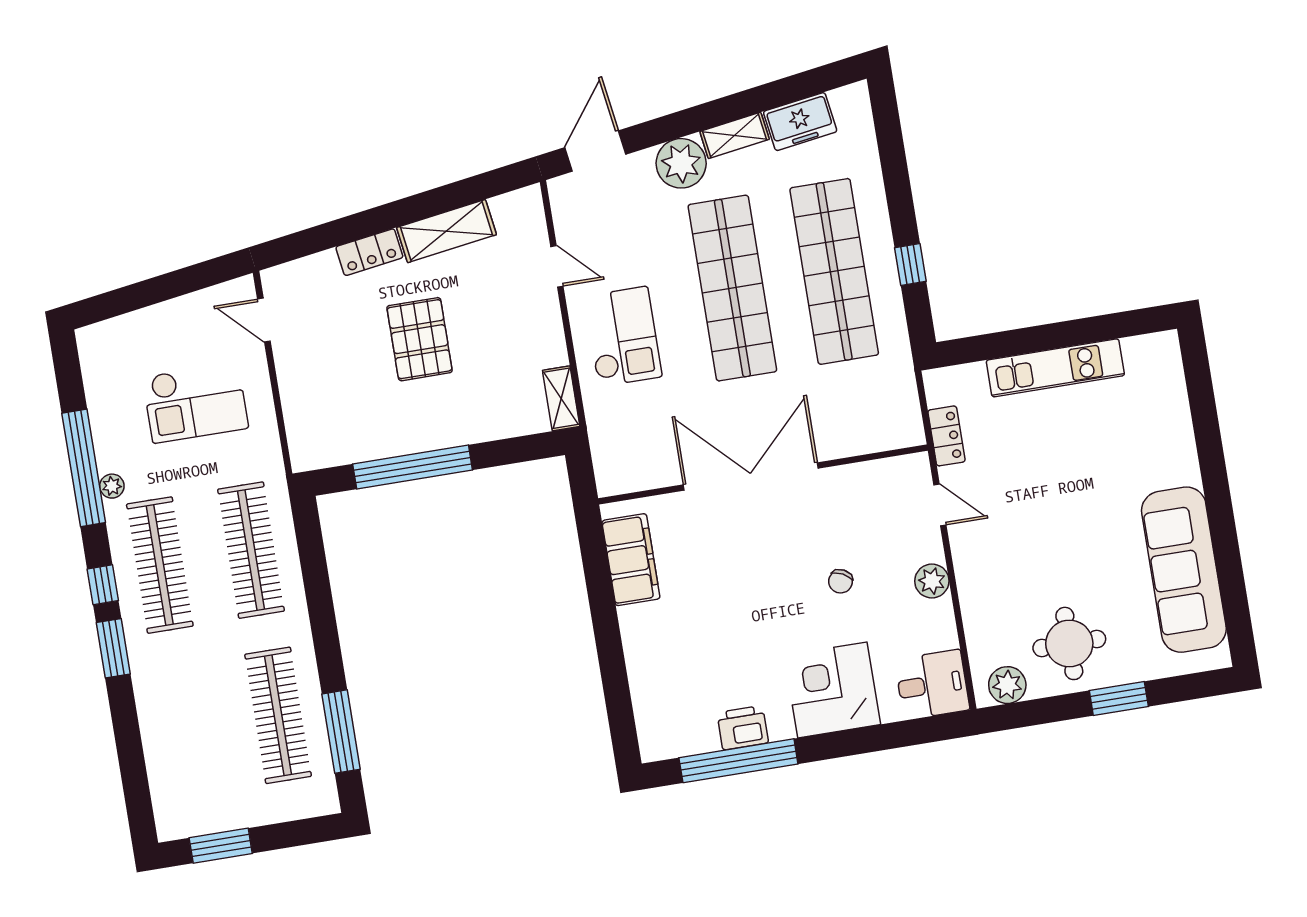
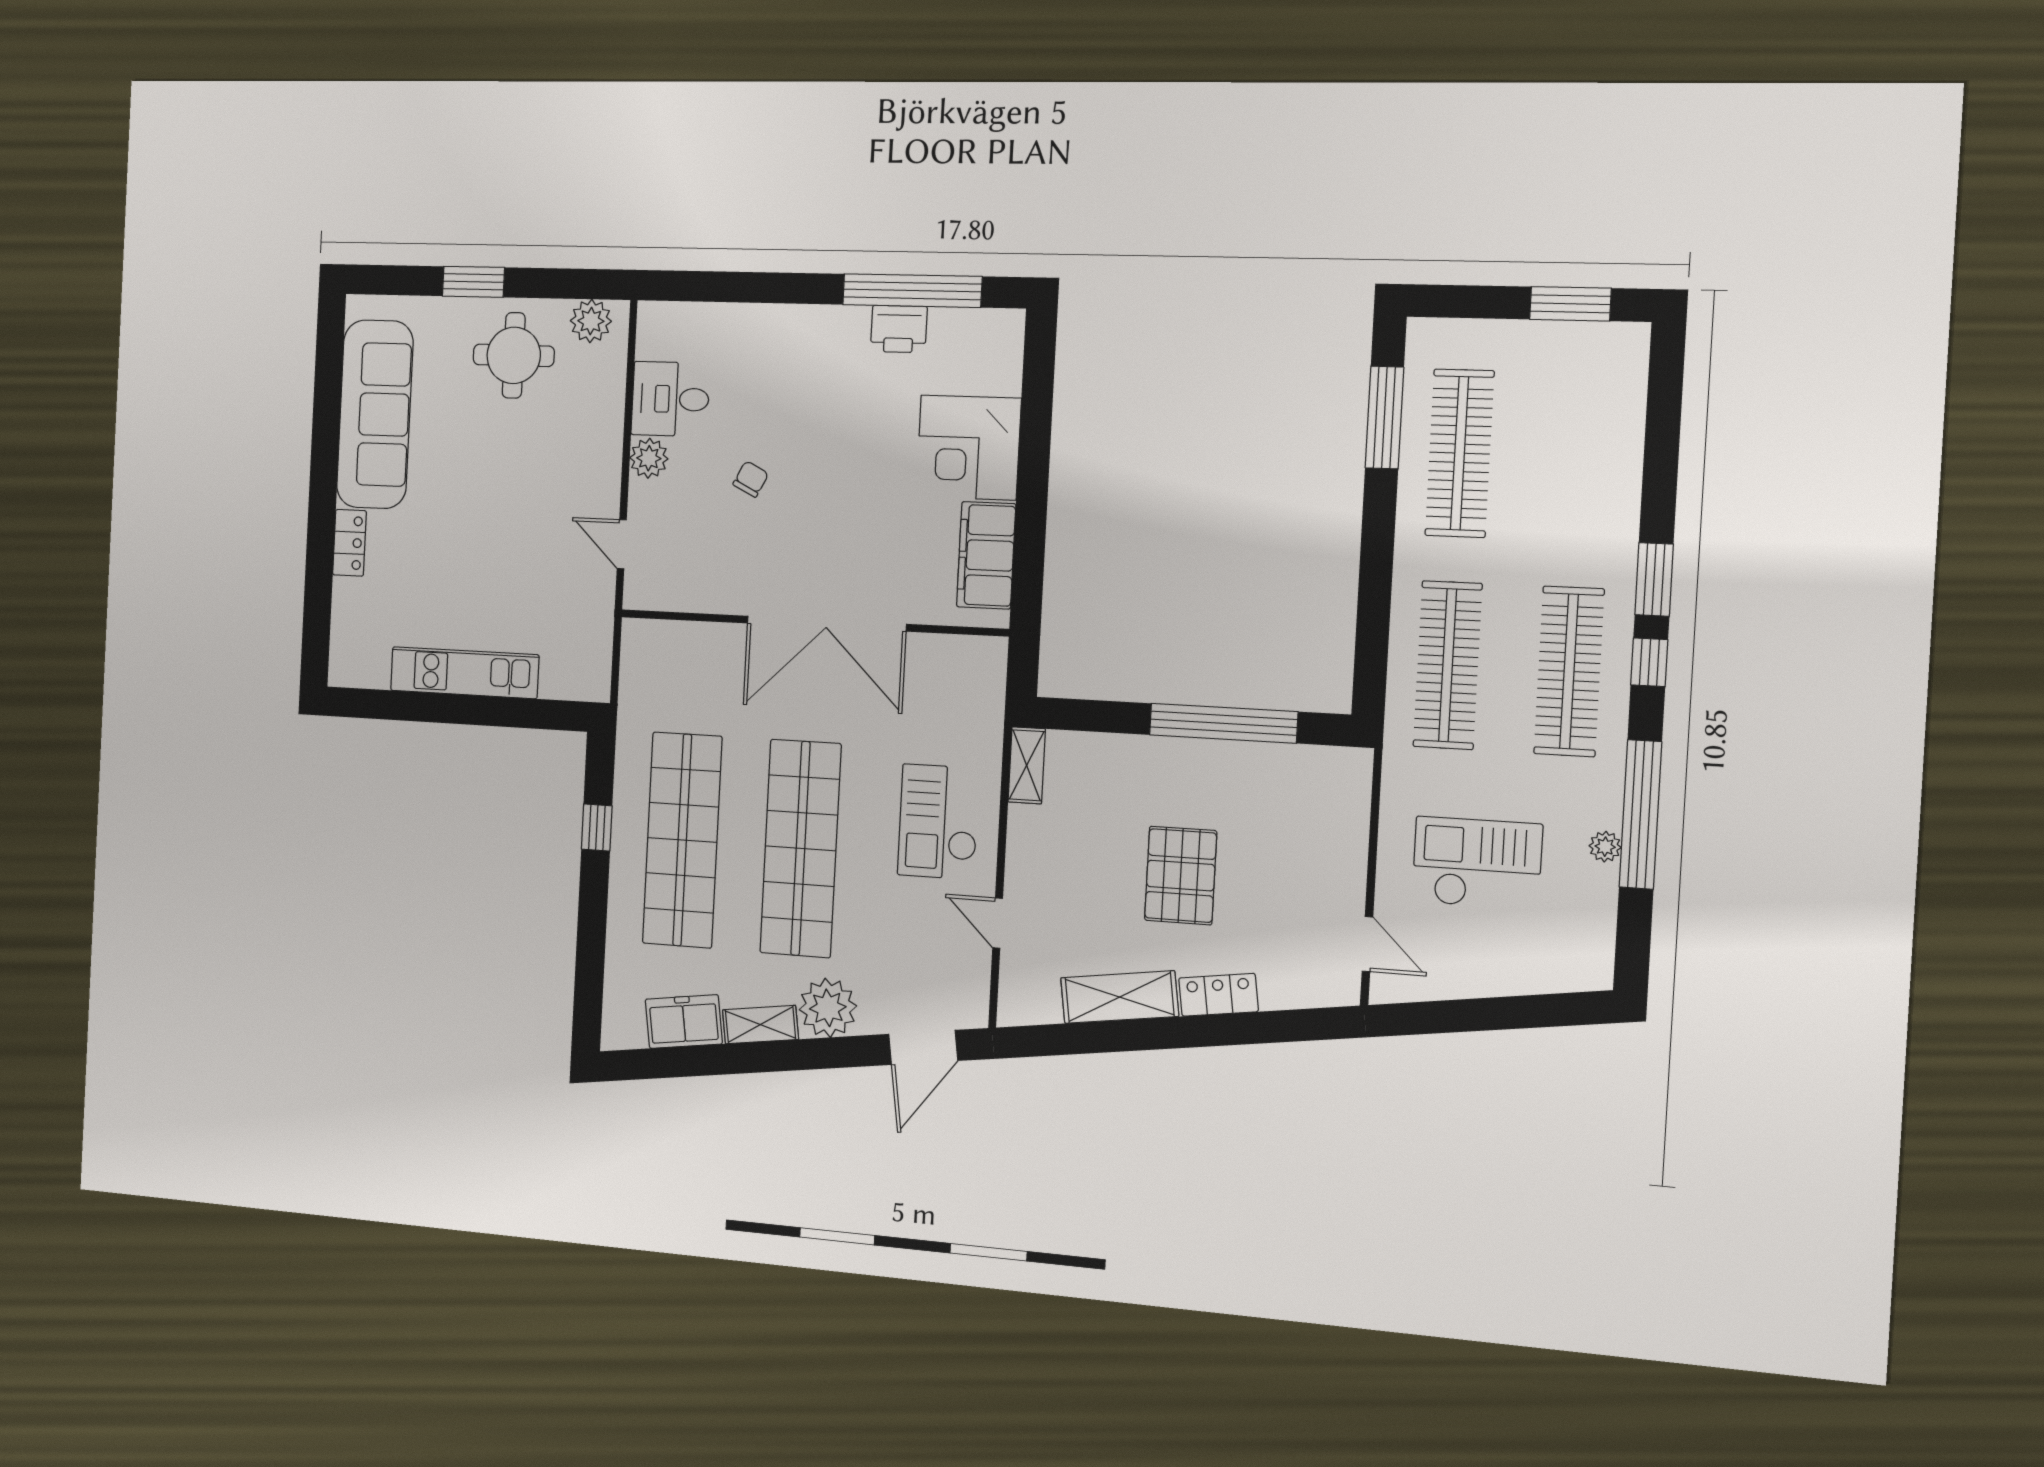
locker: (946, 436) -> (349, 543), moved, turned 180
plant: (112, 486) -> (1605, 847), moved
desk: (932, 685) -> (670, 399), moved
corner desk: (832, 690) -> (968, 448), moved, turned 90

